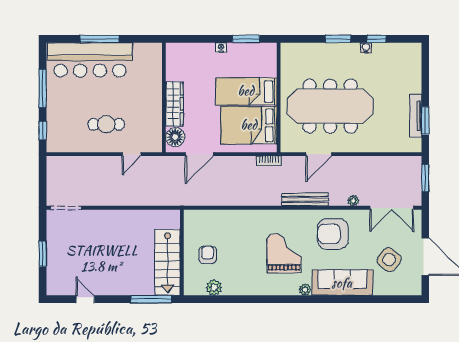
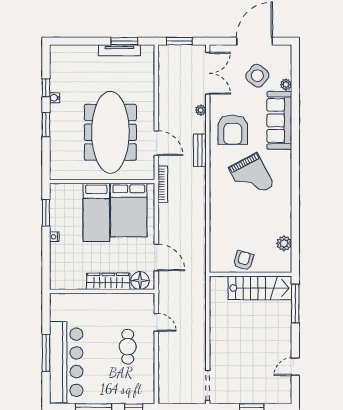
bookcase: (269, 161) -> (163, 184), width x1.56
bench: (305, 199) -> (200, 150), width x0.73
grand piano: (284, 253) -> (251, 176), turned -118
armchair: (208, 255) -> (244, 260), moved, turned 106
plant: (305, 290) -> (286, 85), moved

